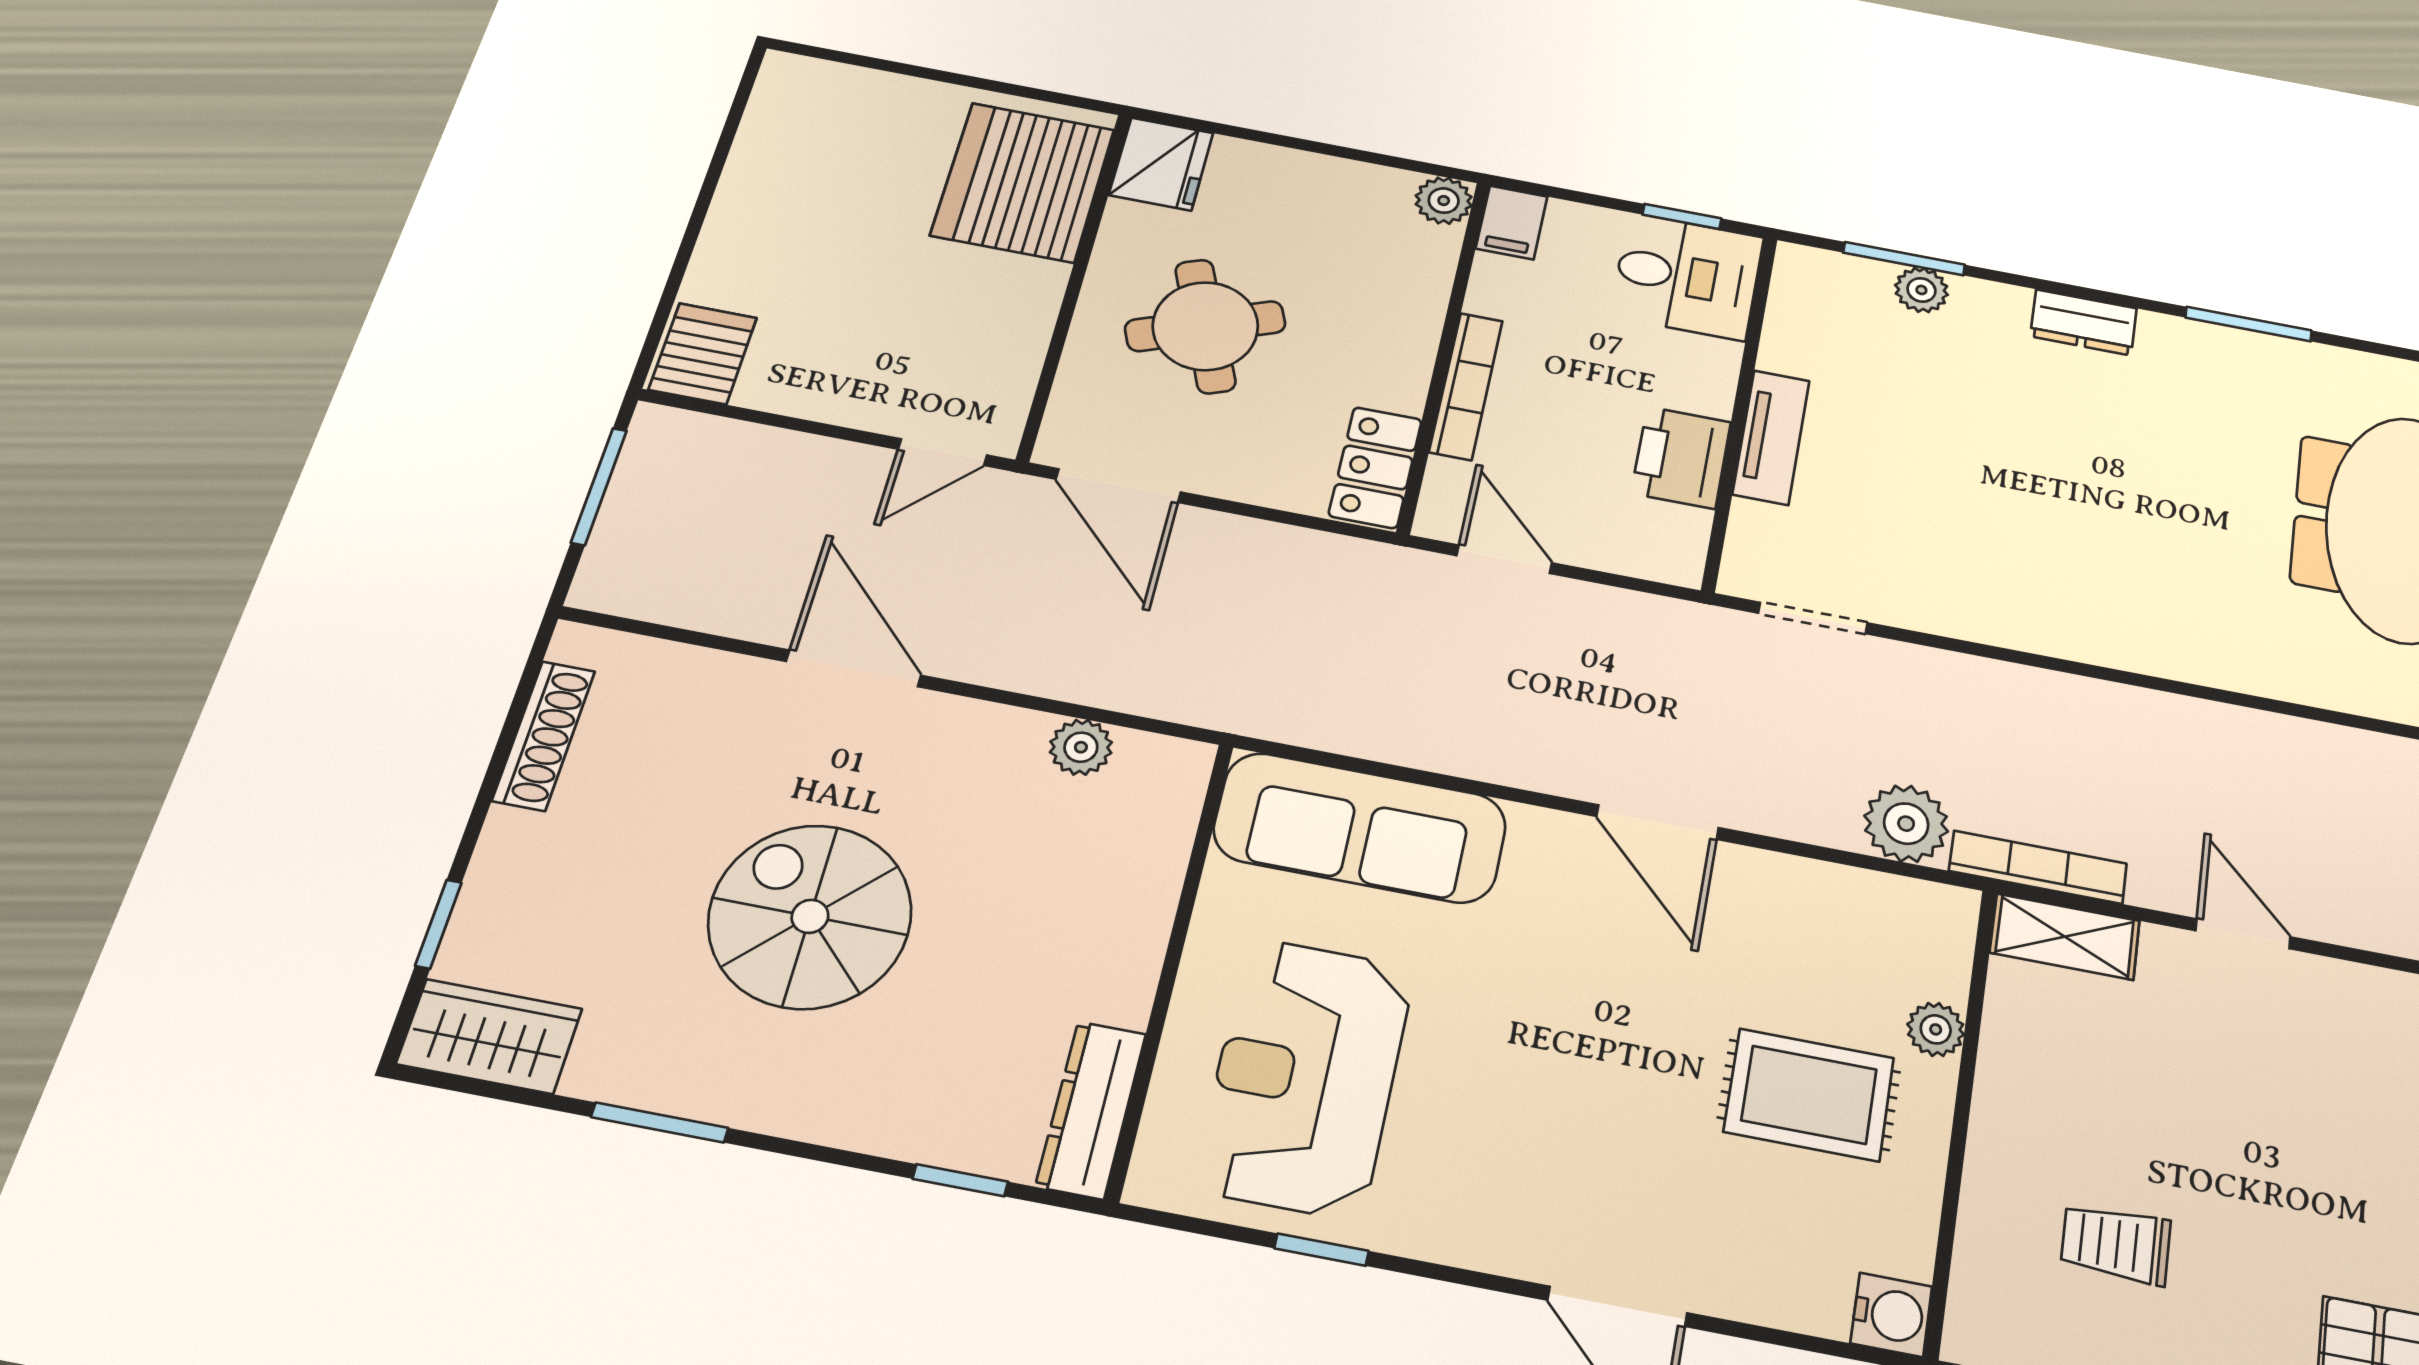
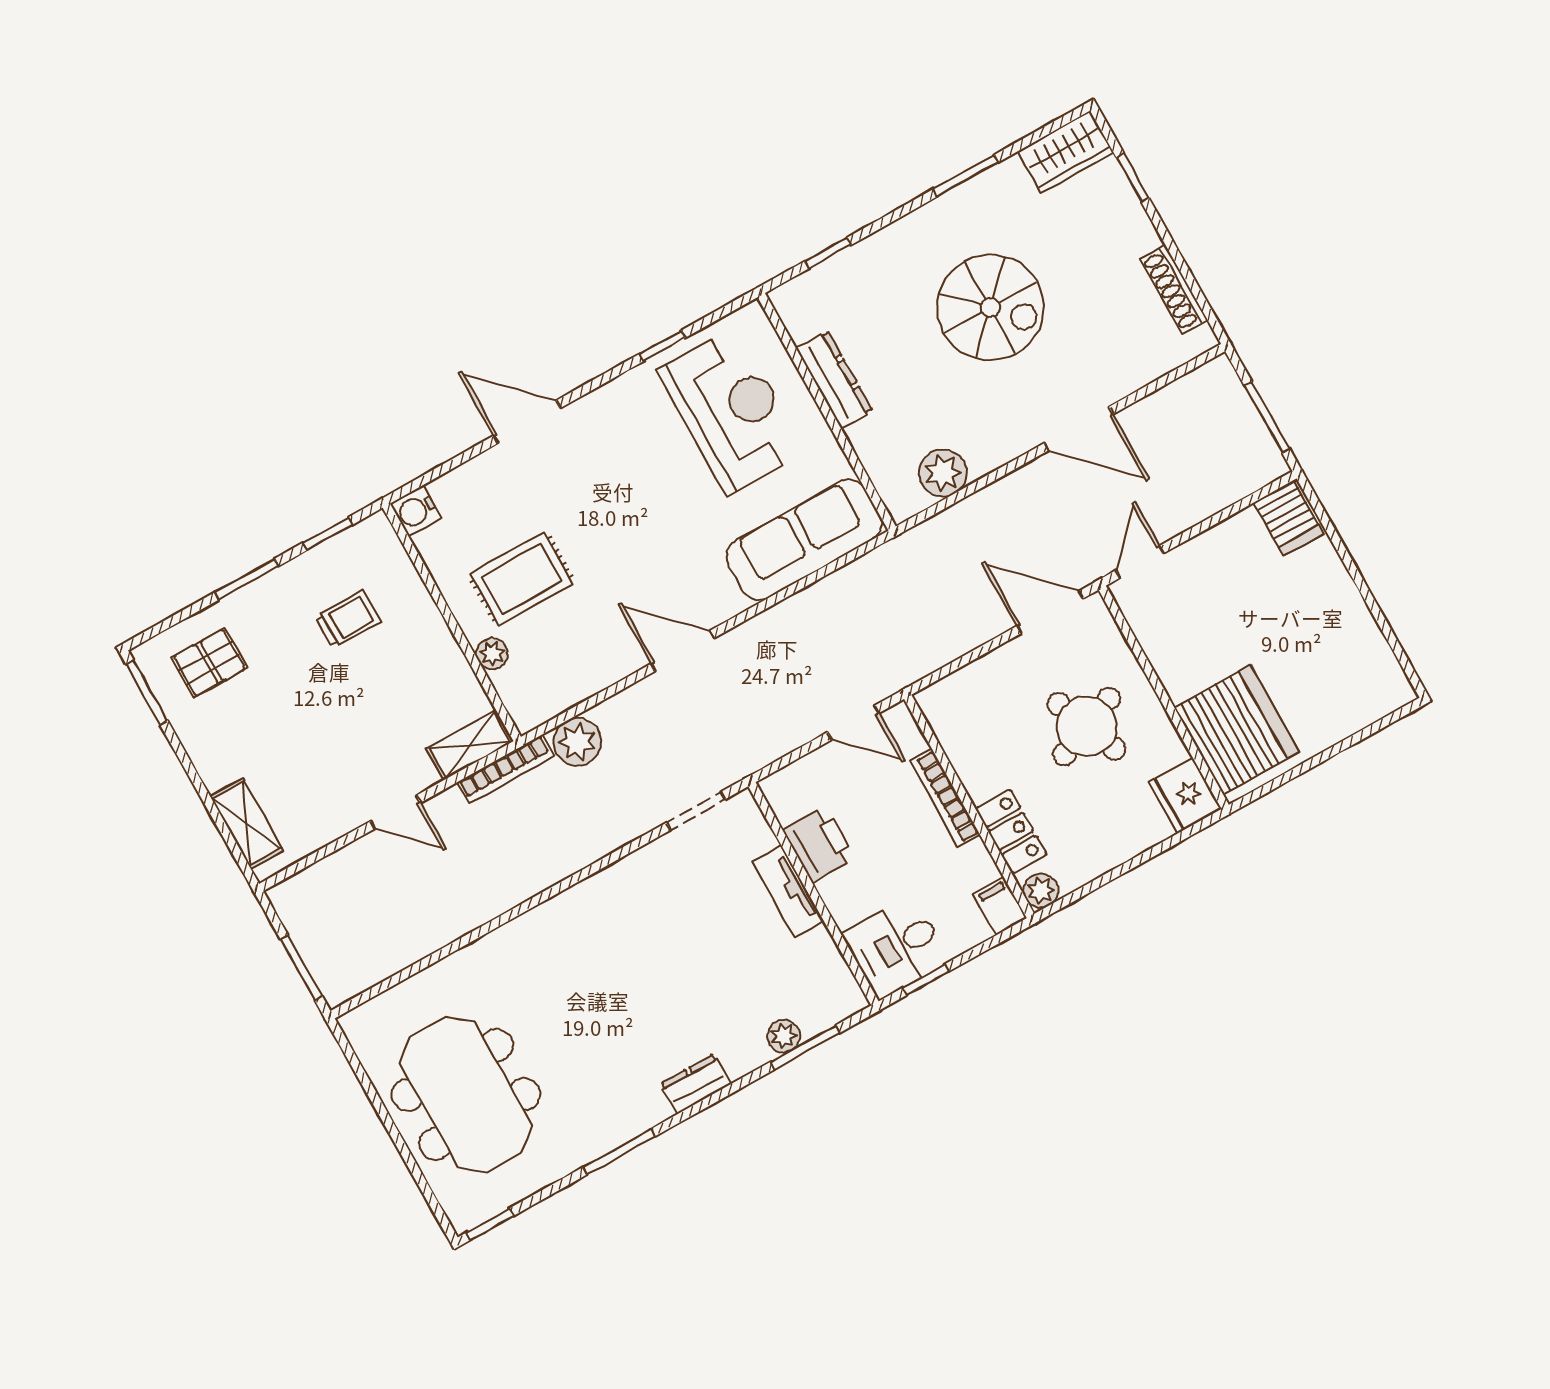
locker: (1375, 467) -> (1011, 832), moved
plant: (1081, 747) -> (943, 473), width x1.38, depth x1.38
dresser: (1091, 1110) -> (834, 380), moved

